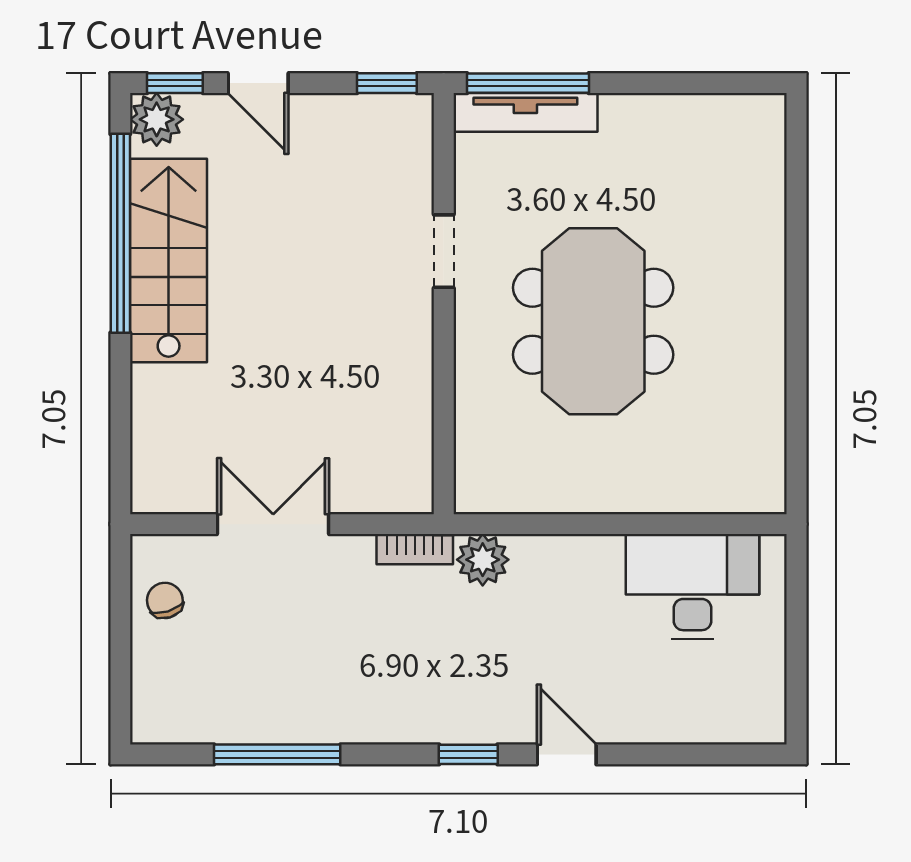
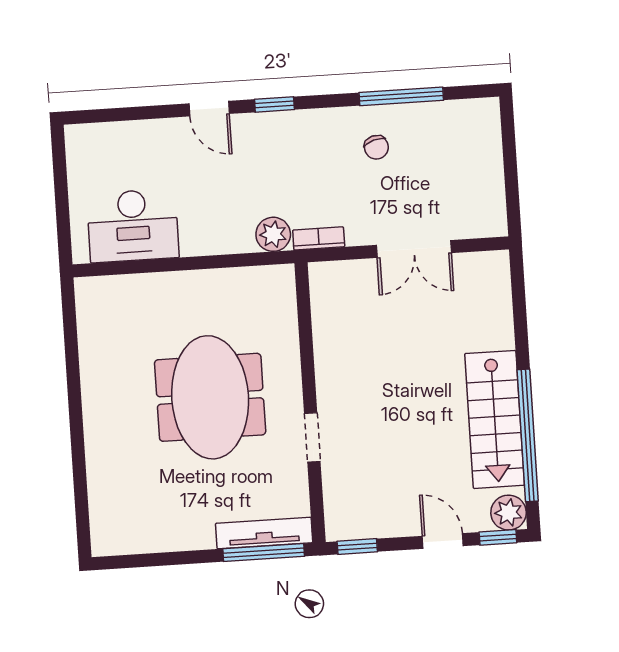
chair: (165, 600) -> (376, 147), moved

